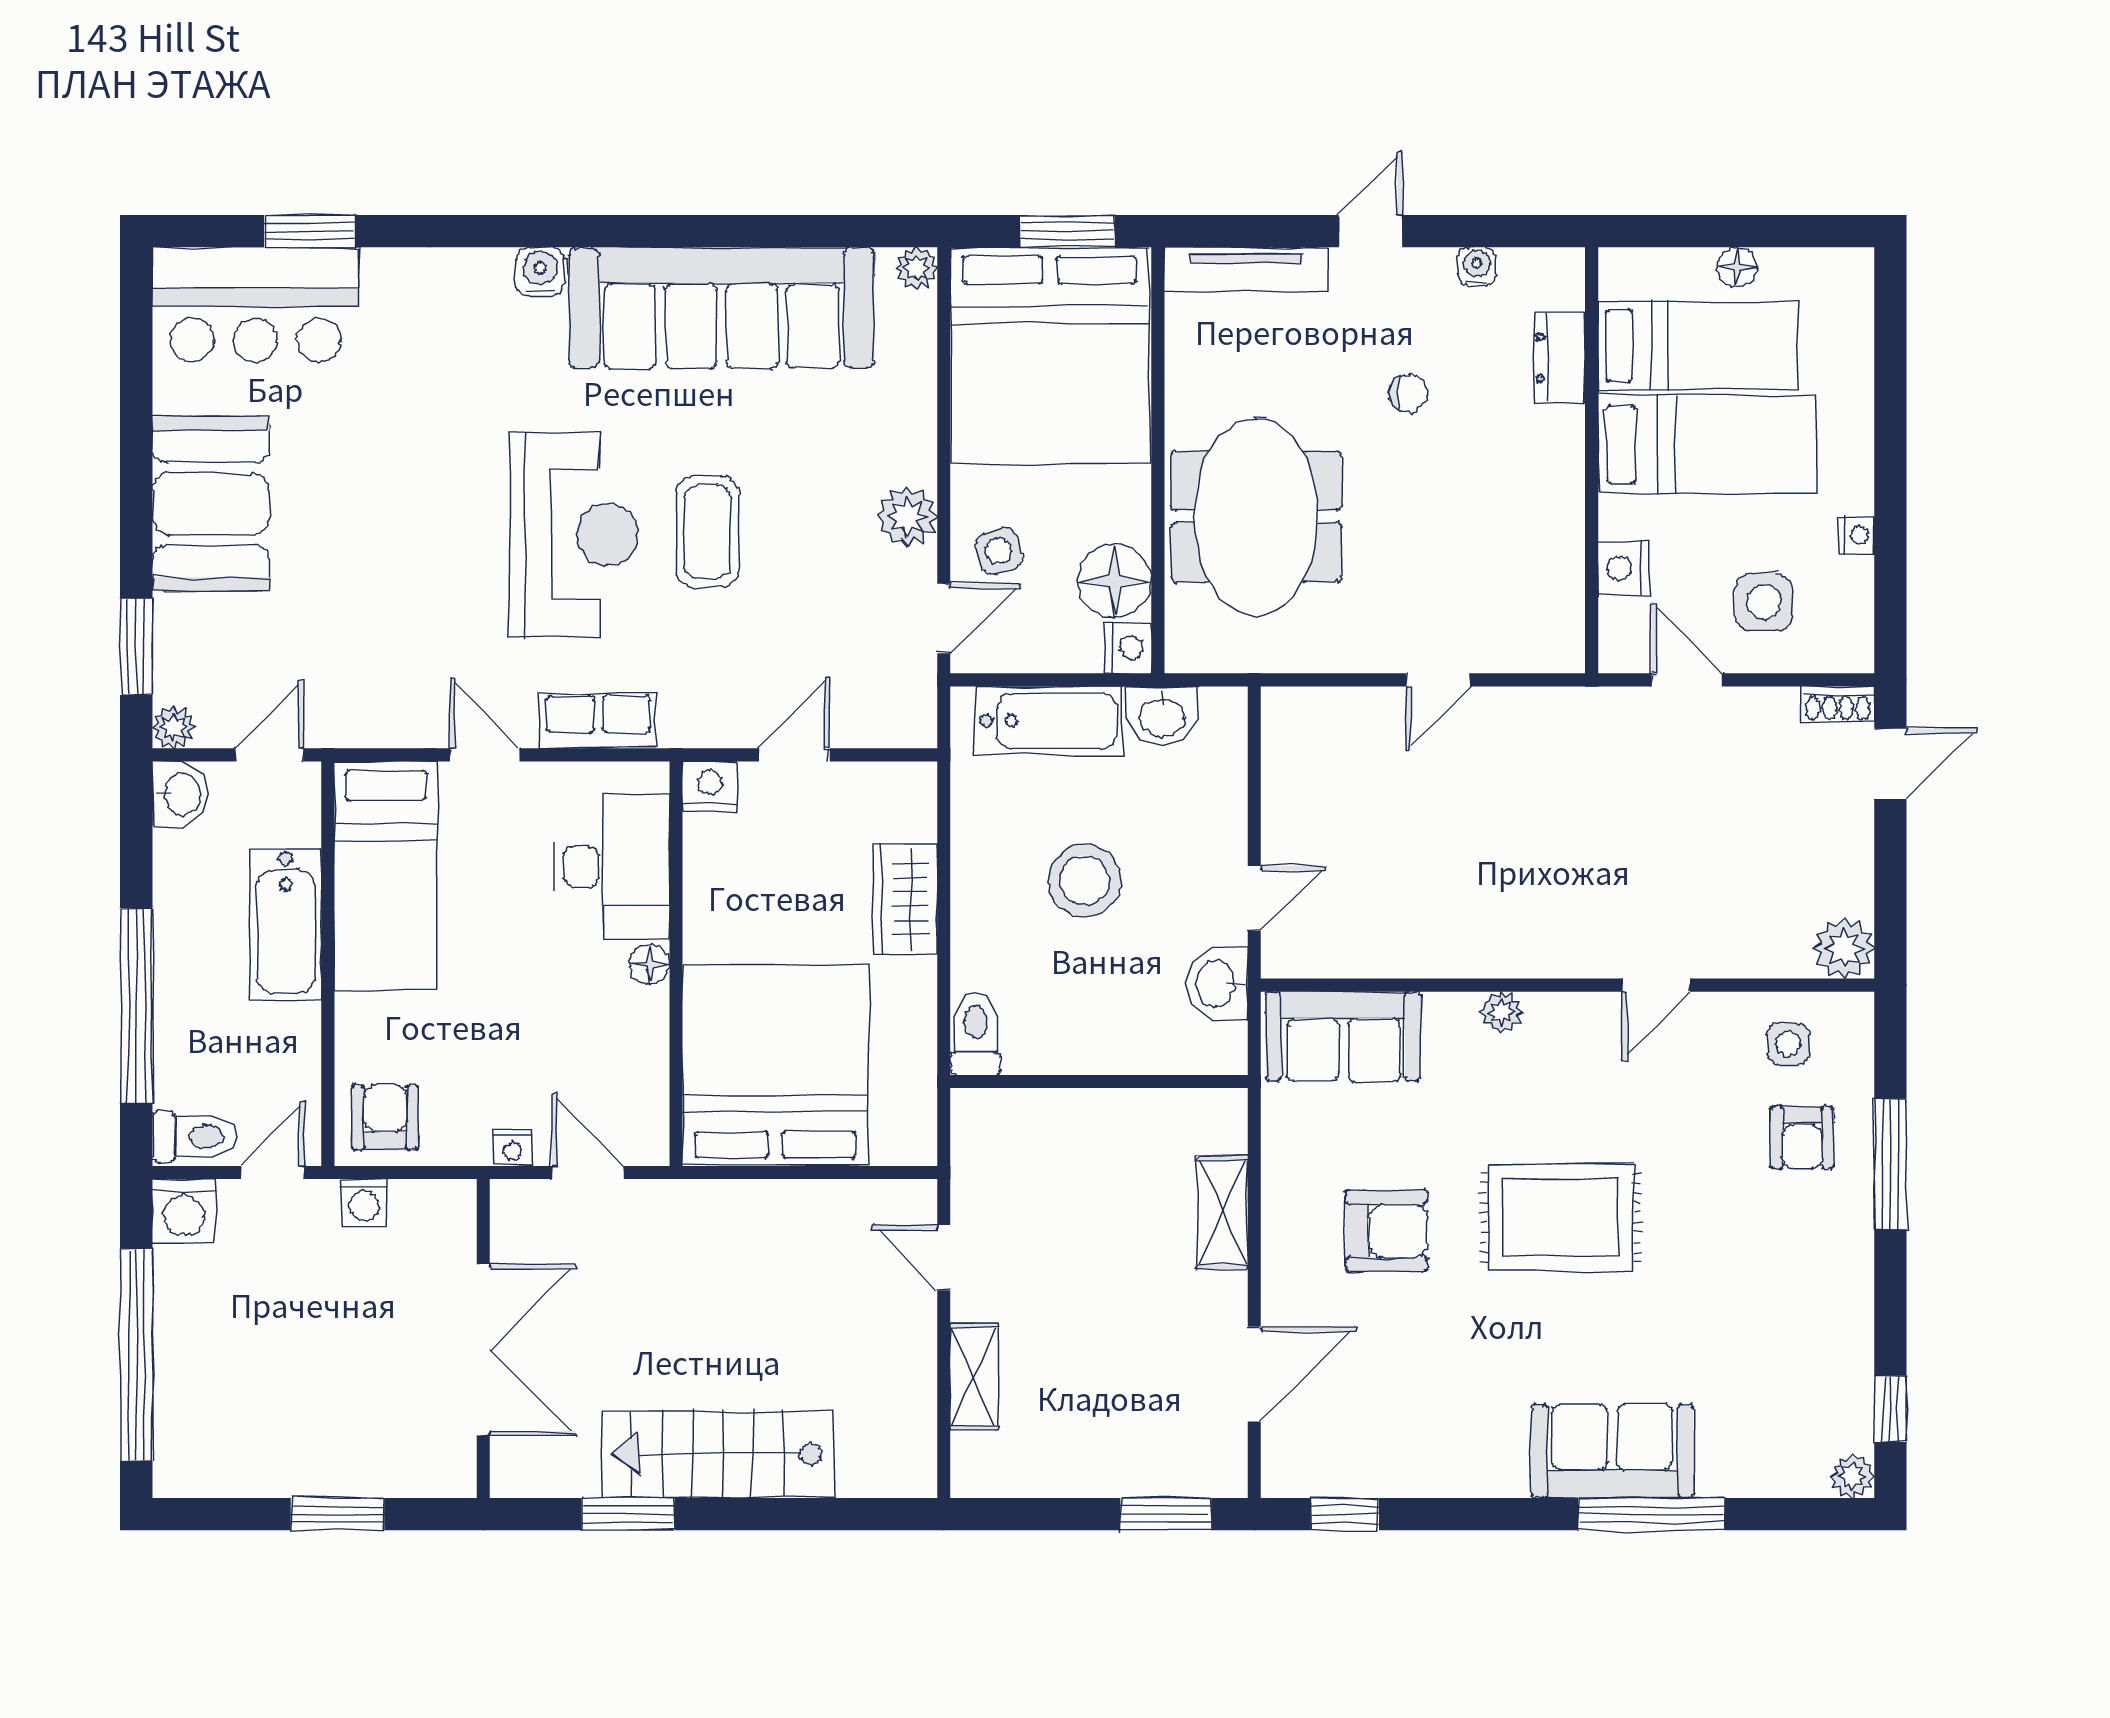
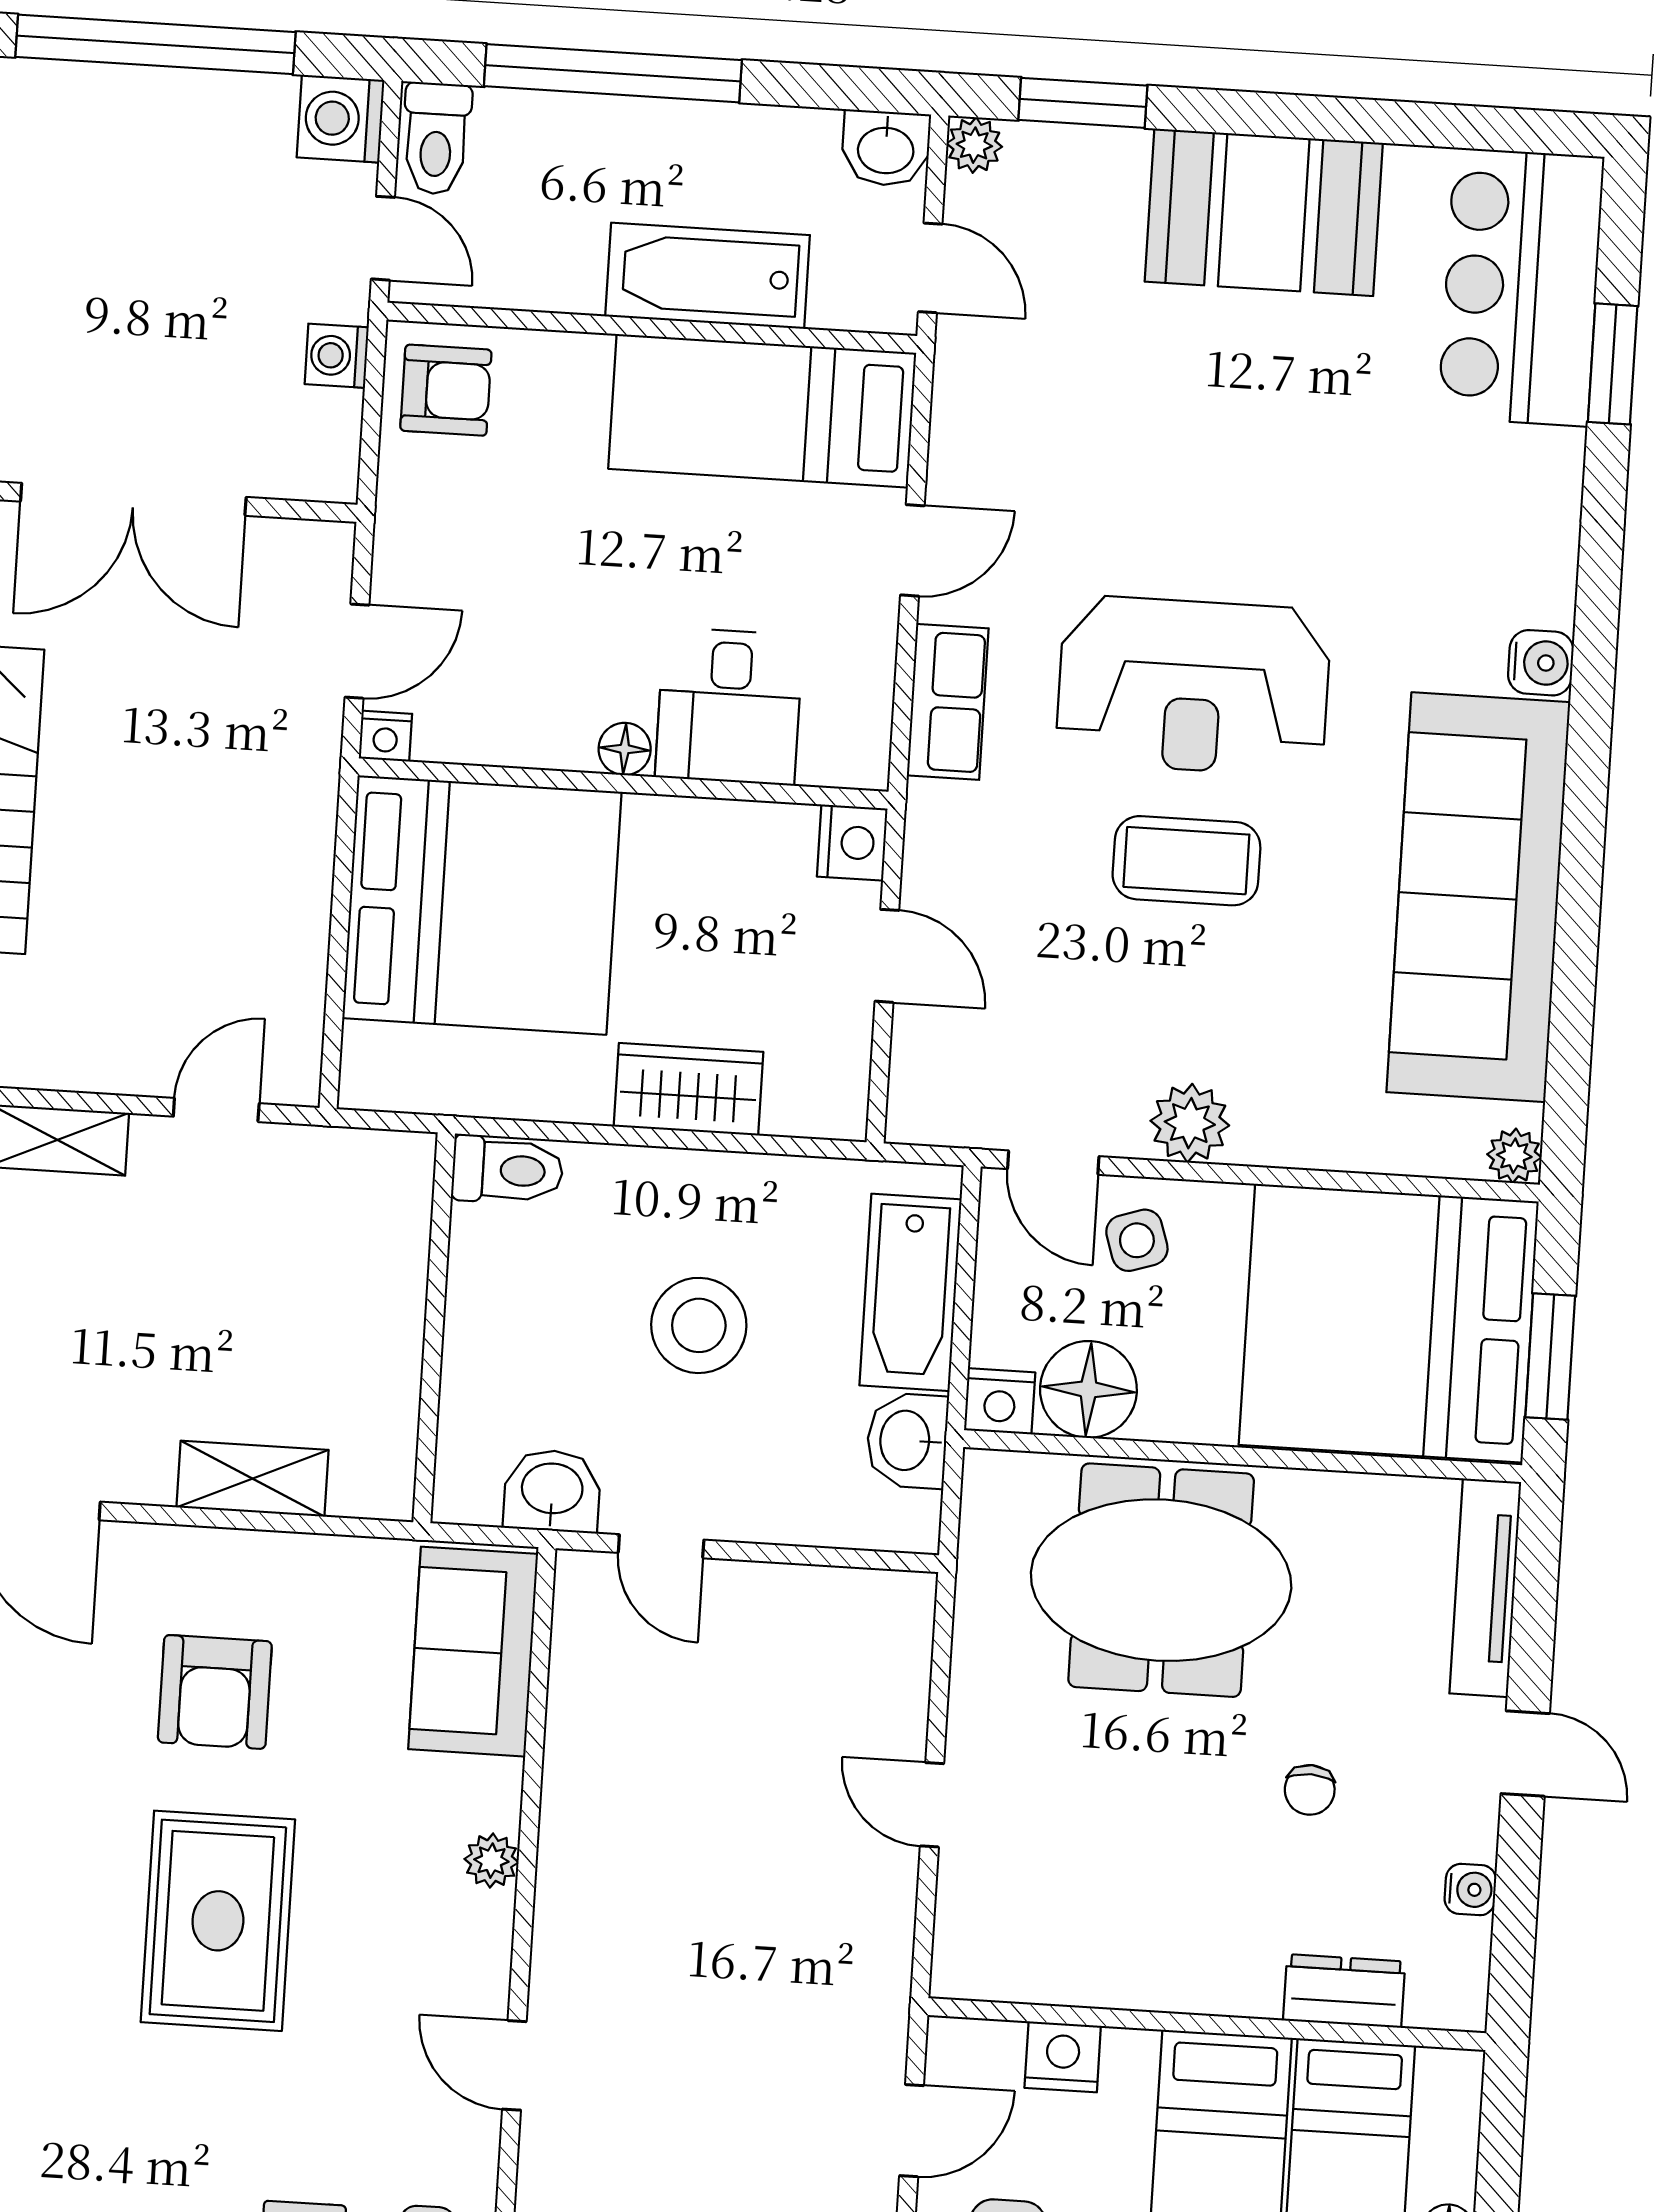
desk: (612, 867) -> (729, 706), width x0.73
nightstand: (512, 1148) -> (385, 736), moved, turned -90

